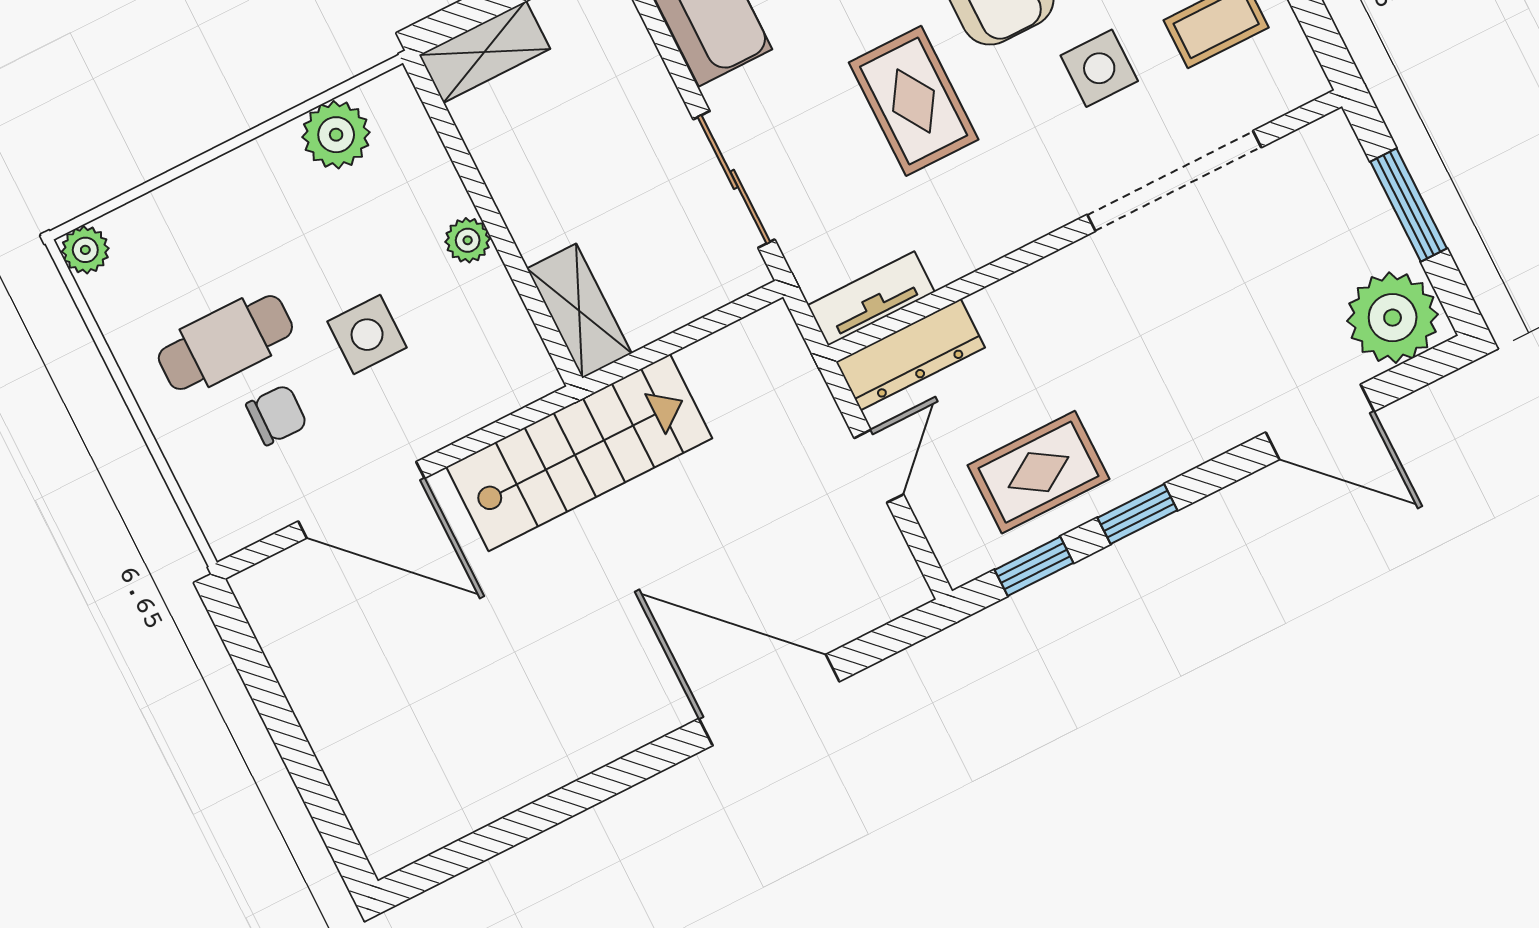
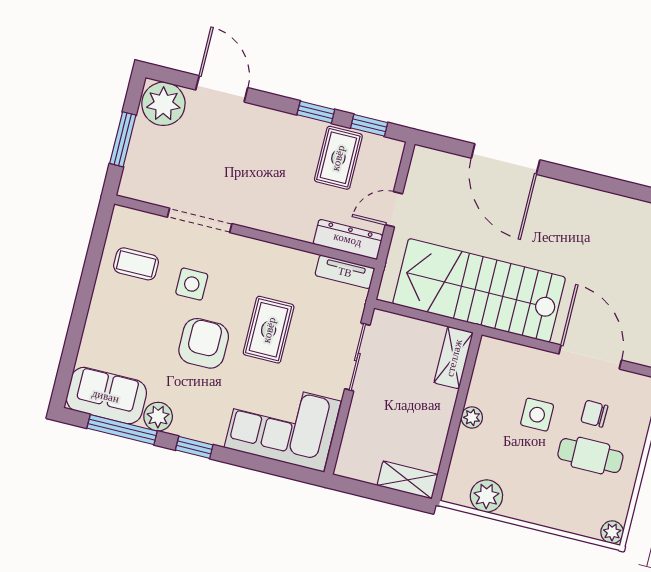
doorway: (1174, 181) -> (200, 220), width x0.73
stairs: (579, 453) -> (479, 290), width x1.36, depth x1.51
rug: (1038, 472) -> (338, 158), turned 90

